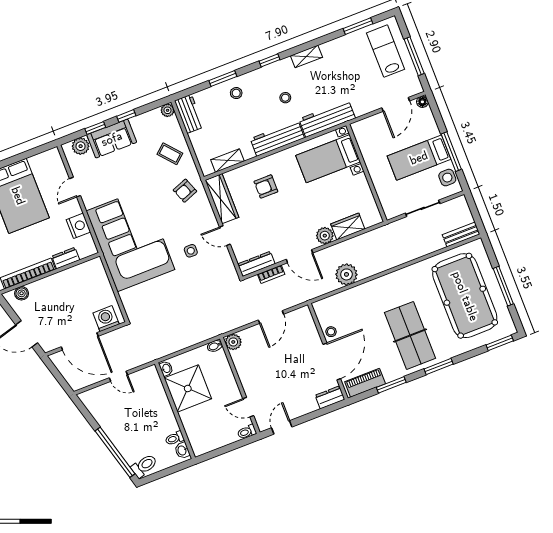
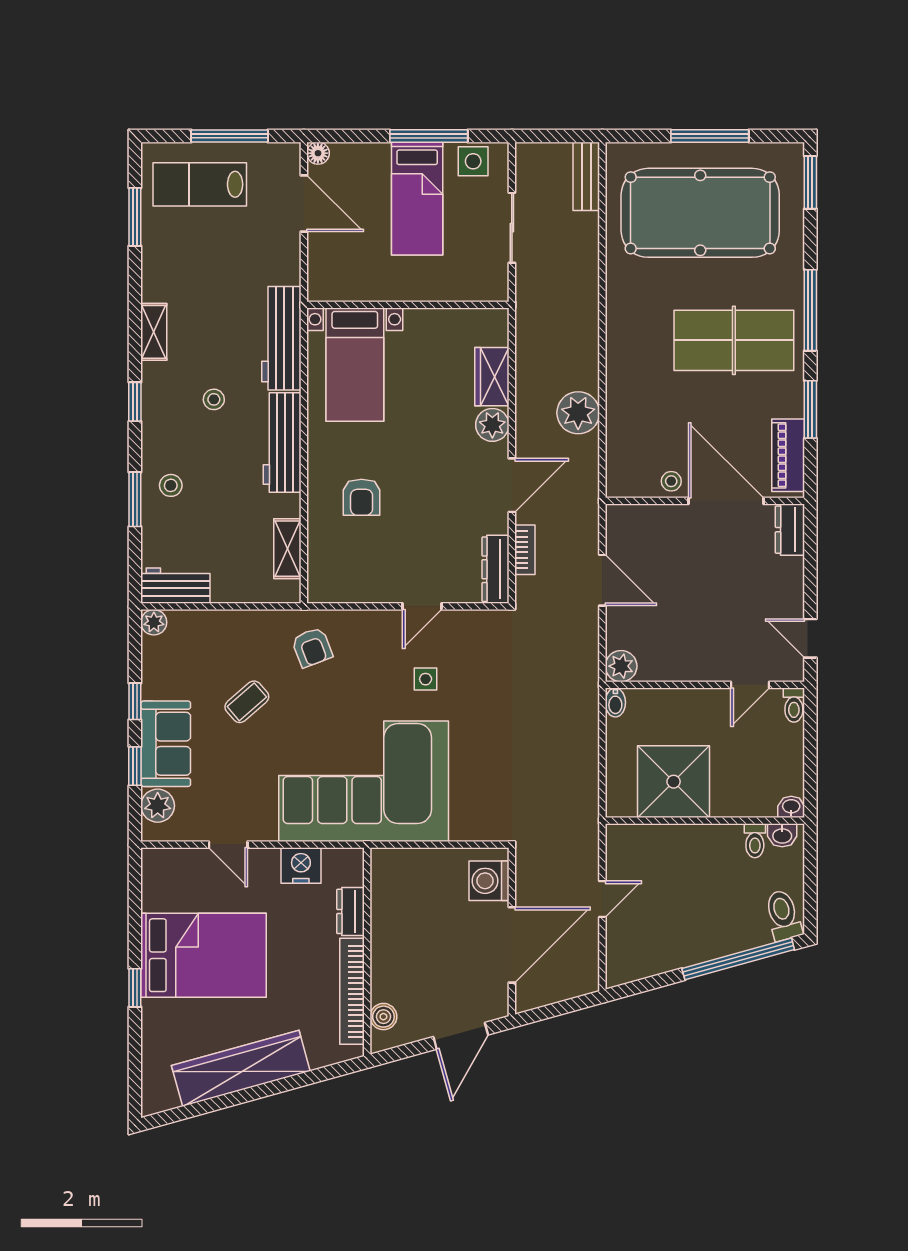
coffee table: (170, 154) -> (247, 702), moved
wardrobe: (222, 199) -> (353, 586), removed
window: (439, 366) -> (810, 310), width x1.44
washbasin: (166, 369) -> (791, 807), moved

